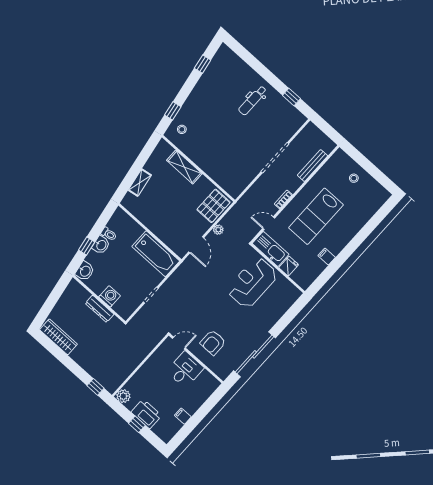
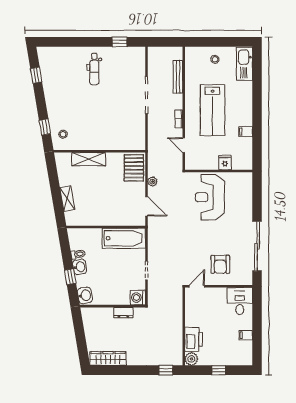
door: (269, 223) -> (184, 145), hinge flipped
kitchen sink: (271, 249) -> (244, 64), moved, turned -90
washing machine: (110, 296) -> (138, 298), moved, turned -90
dresser: (100, 309) -> (123, 313), width x0.70
desk: (185, 370) -> (240, 301), moved
printer: (146, 414) -> (194, 339), moved, turned 90

